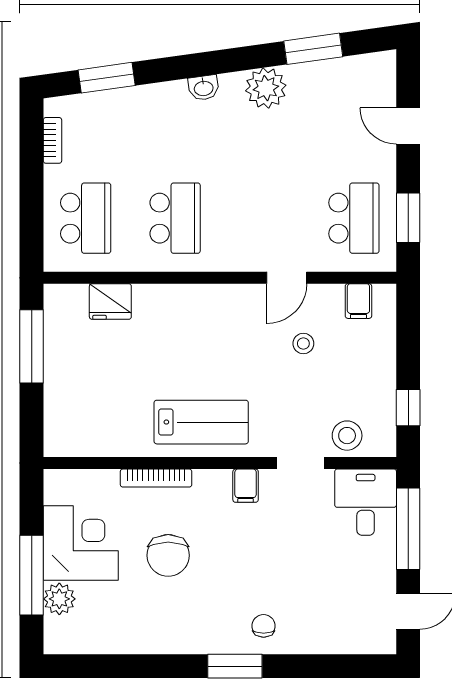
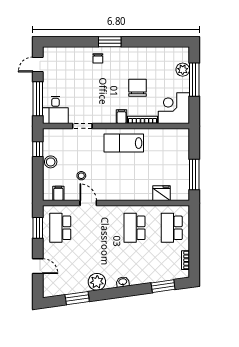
door: (287, 278) -> (88, 203), hinge flipped
stool: (347, 436) -> (51, 162), moved
filing cabinet: (246, 486) -> (121, 117), moved
corner desk: (81, 543) -> (174, 108), moved, turned 90

